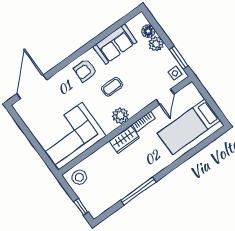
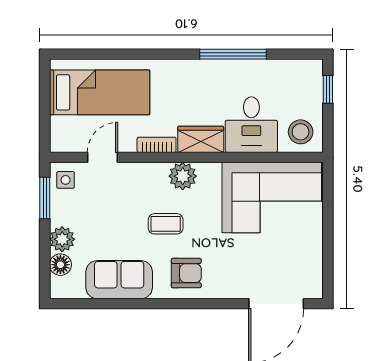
desk: (105, 164) -> (251, 125), added

